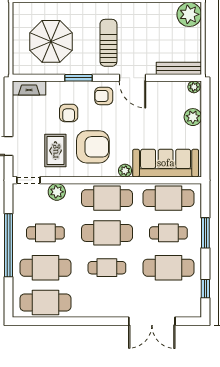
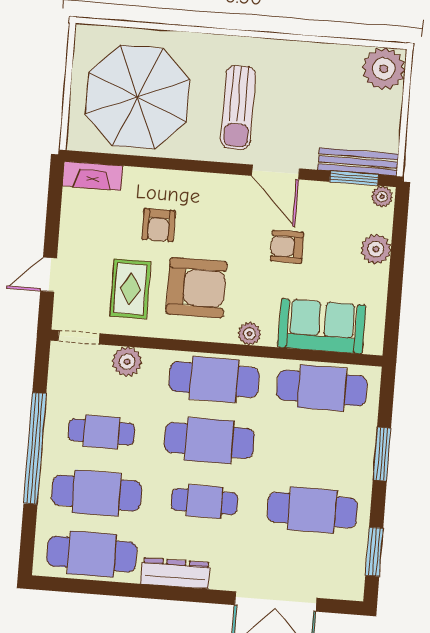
parasol: (51, 41) -> (138, 97), width x1.36, depth x1.36
sun lounger: (108, 43) -> (238, 107), turned 180
window: (79, 78) -> (354, 178), moved
armchair: (104, 96) -> (287, 247), moved
sofa: (166, 163) -> (322, 326), width x0.73
cafe table: (168, 233) -> (317, 449), removed
window: (205, 289) -> (374, 552), width x1.50
dresser: (94, 310) -> (175, 573), added

